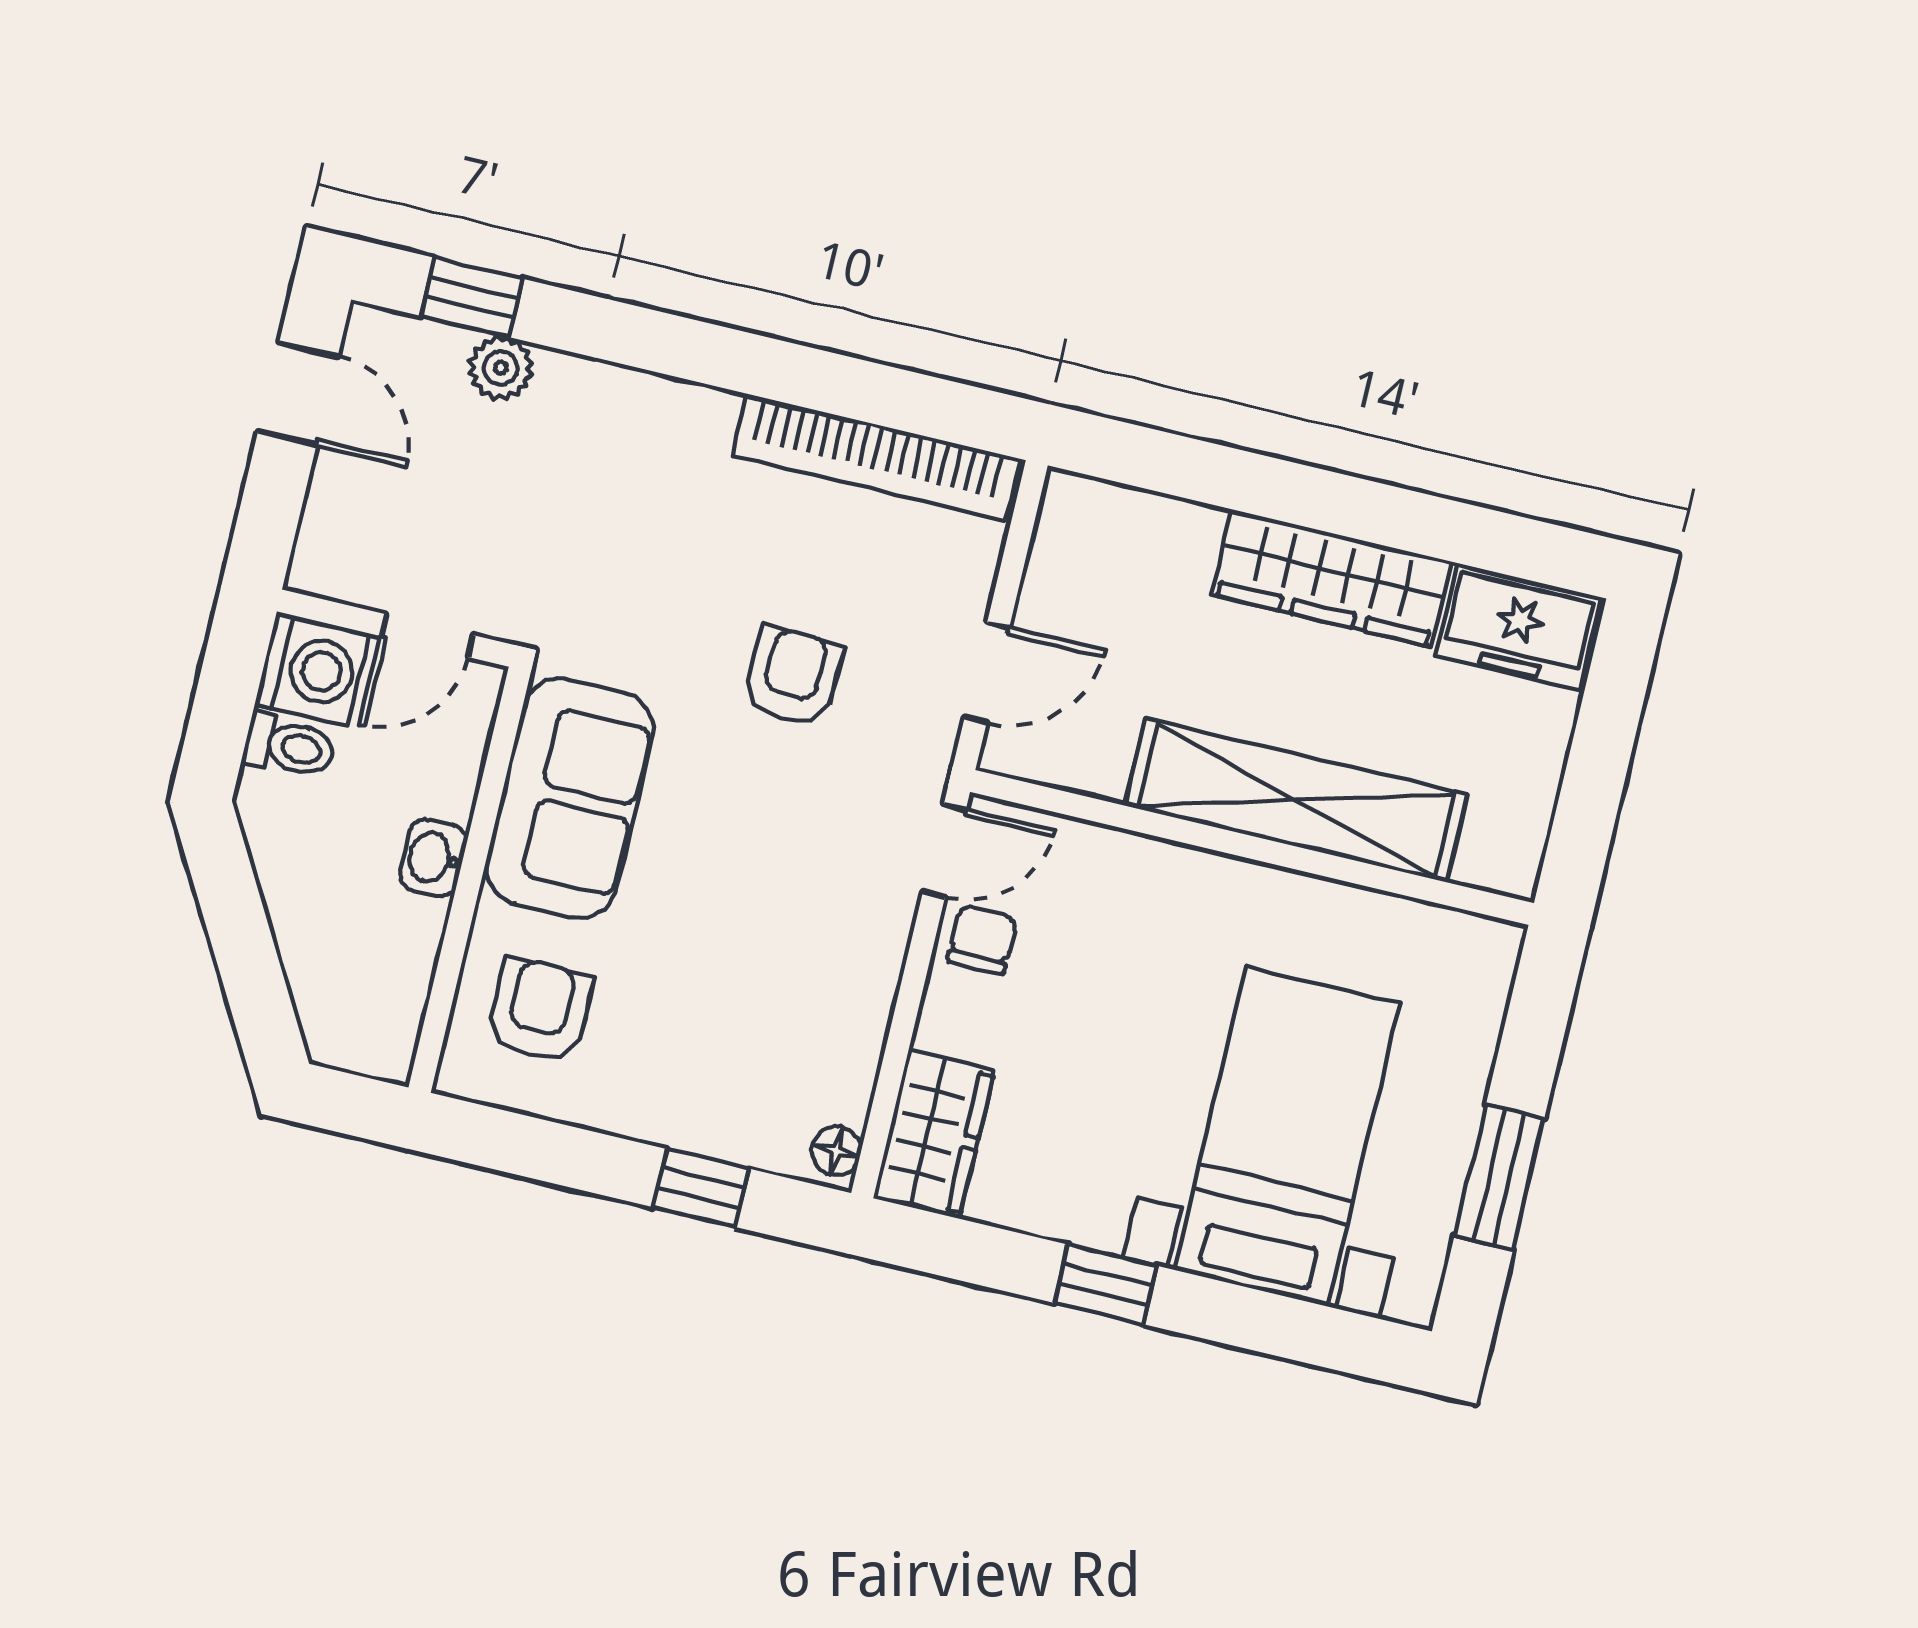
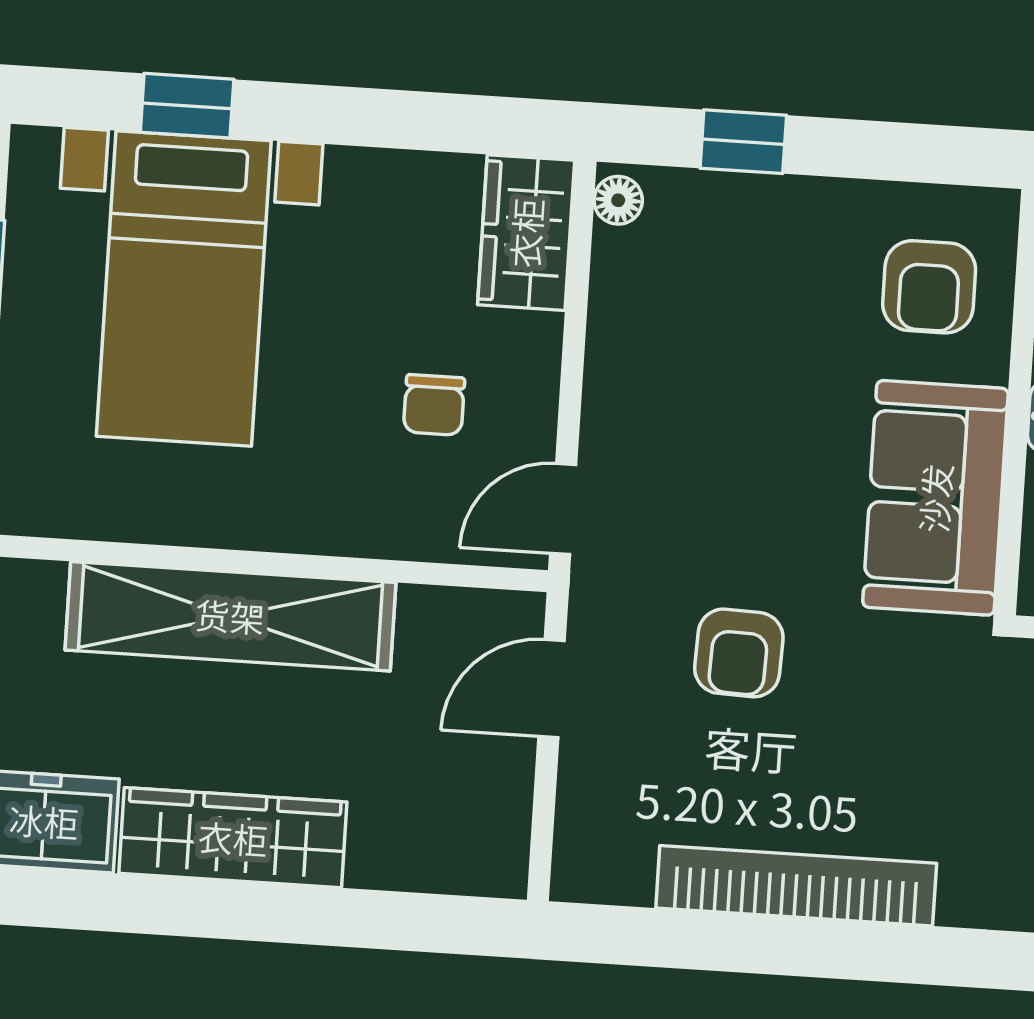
bookcase: (876, 457) -> (796, 886), moved
chair: (982, 940) -> (434, 405), moved
window: (1106, 1284) -> (187, 106), moved

